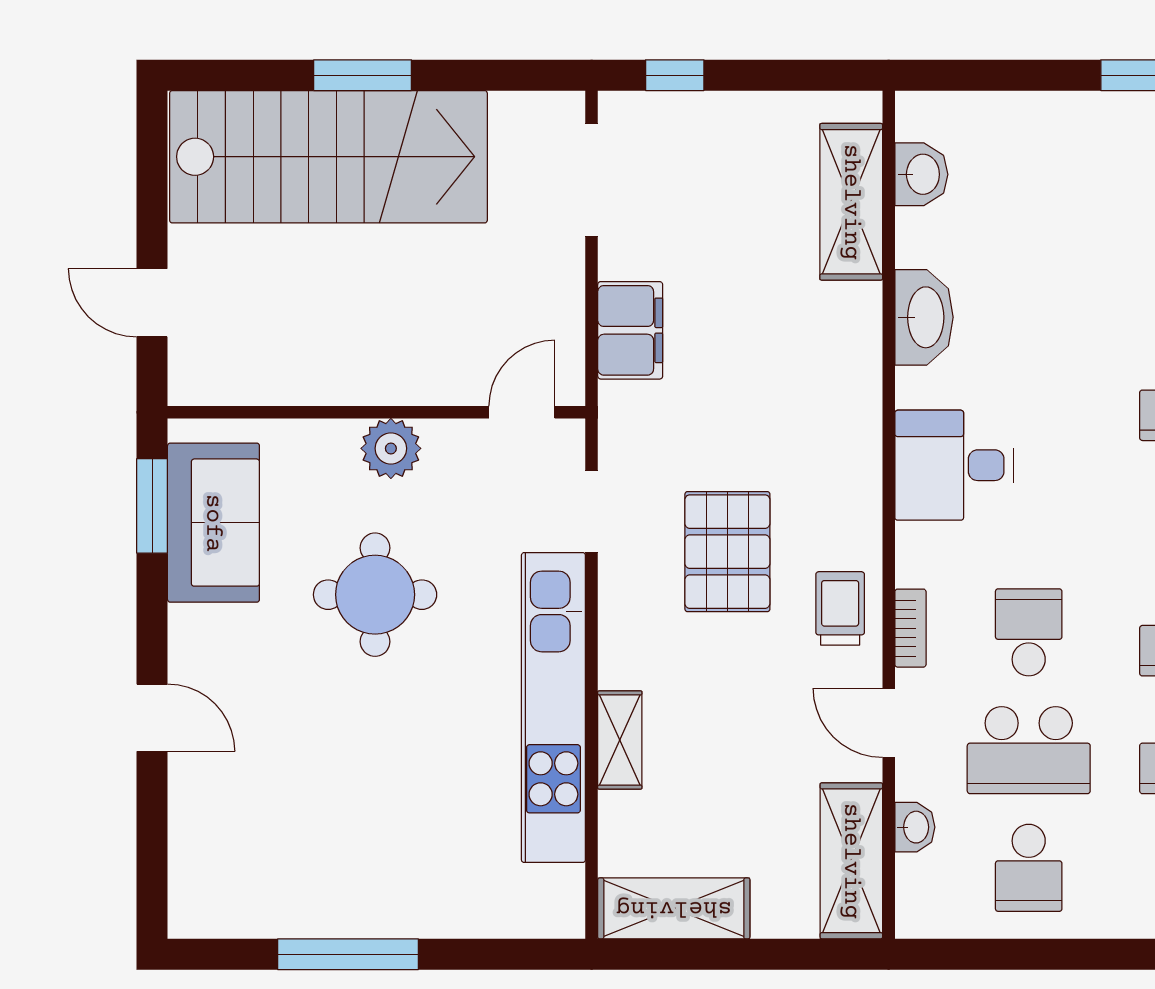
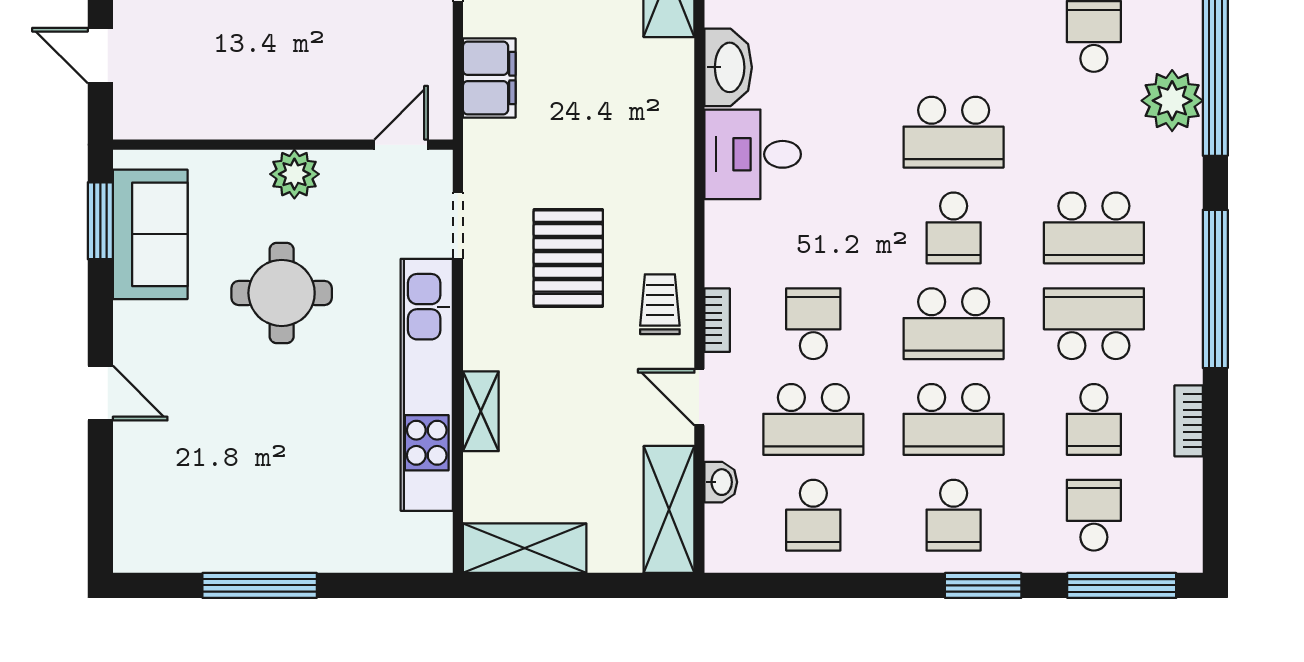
desk: (954, 465) -> (753, 154), moved

